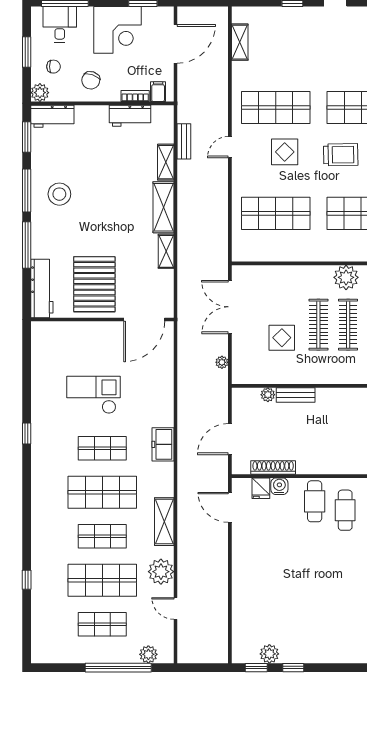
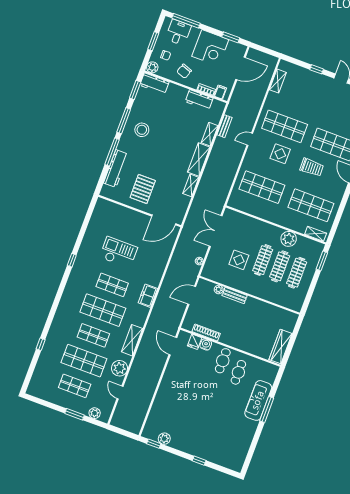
pallet: (94, 284) -> (143, 189), width x0.73, depth x0.71
workbench: (42, 288) -> (116, 169), moved
door: (230, 439) -> (192, 295), moved
window: (118, 668) -> (74, 414), width x0.47
window: (293, 668) -> (199, 461), moved

